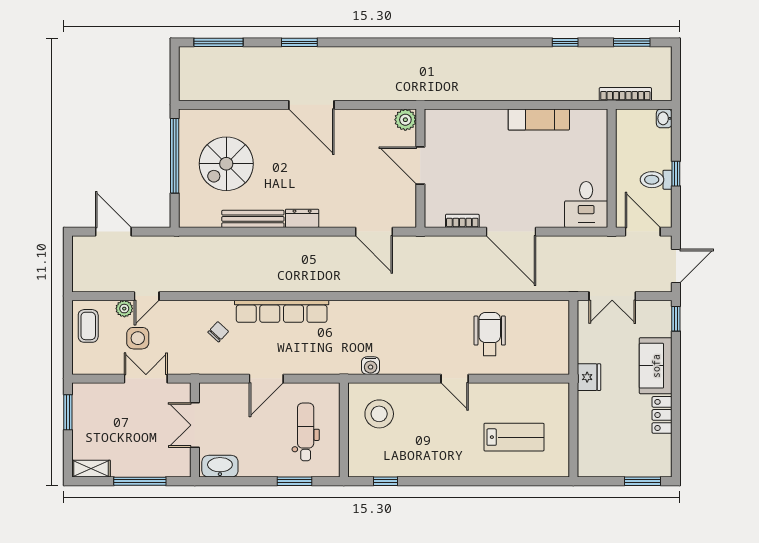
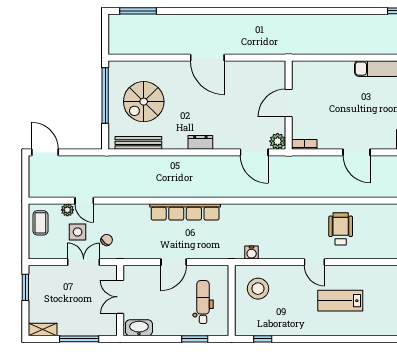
window: (299, 42) -> (198, 11), removed
plant: (405, 120) -> (278, 141), moved
door: (420, 165) -> (289, 103), hinge flipped
bench: (253, 219) -> (138, 143), moved
bookcase: (462, 221) -> (304, 144), moved
door: (113, 232) -> (45, 152), moved
door: (511, 232) -> (357, 152), width x0.73
door: (147, 296) -> (84, 201), hinge flipped
chair: (218, 332) -> (107, 240), moved
lab bench: (514, 437) -> (340, 301), moved, turned 180

